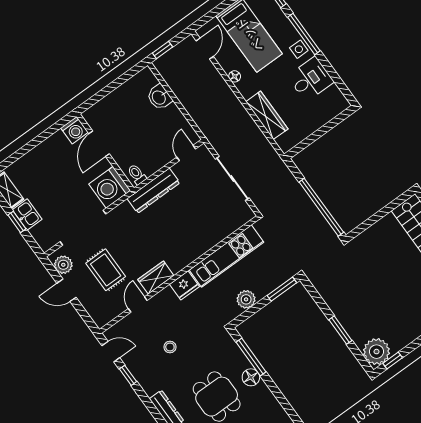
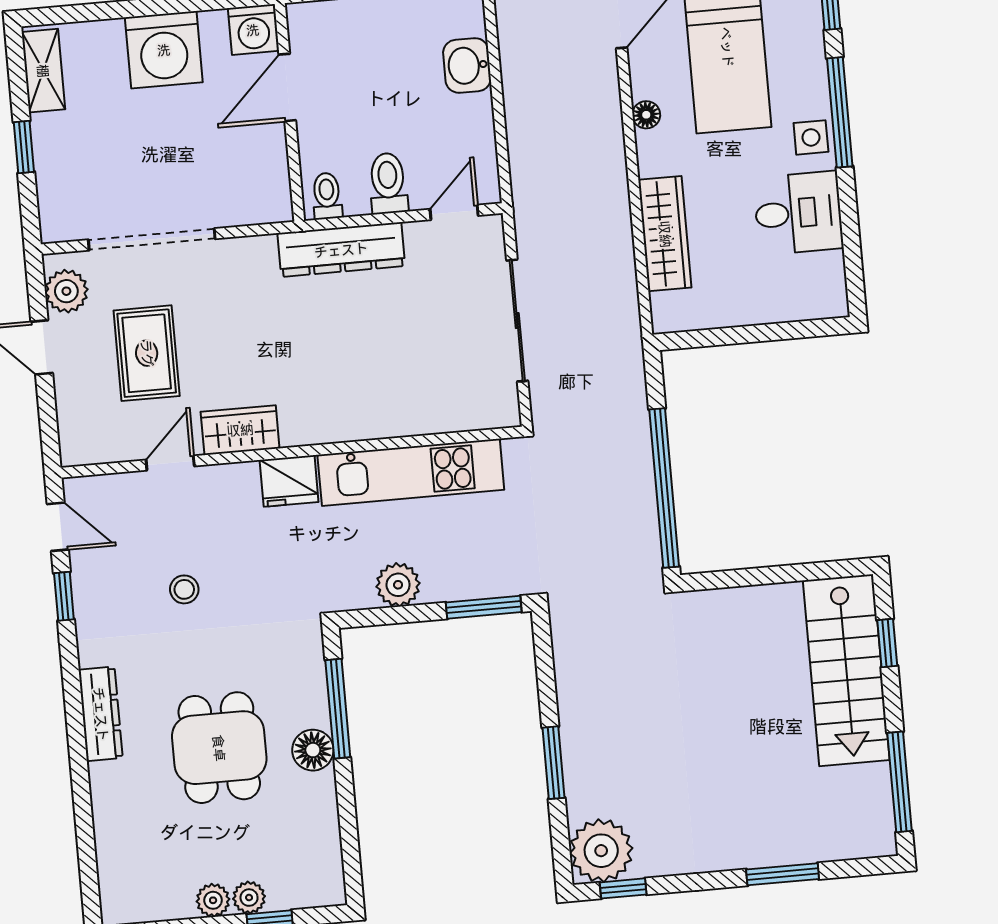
toilet: (156, 157) -> (388, 183), added
washing machine: (110, 187) -> (164, 50), moved, turned -90
kitchen sink: (27, 214) -> (54, 144), removed

